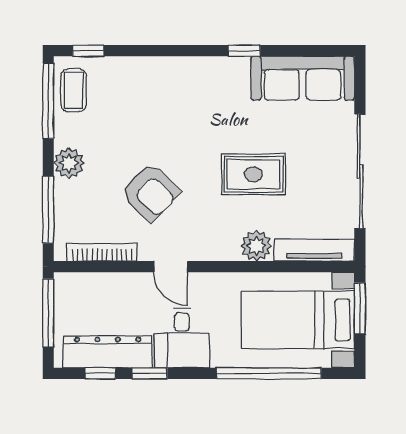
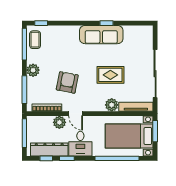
sofa: (303, 78) -> (101, 35), moved
armchair: (151, 192) -> (67, 82), turned -123
plant: (132, 287) -> (59, 122), added

